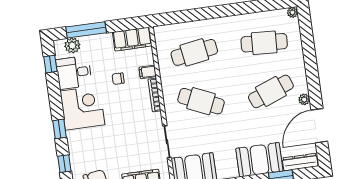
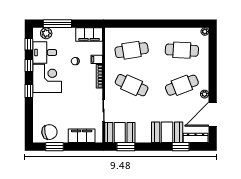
window: (64, 164) -> (29, 66), moved

